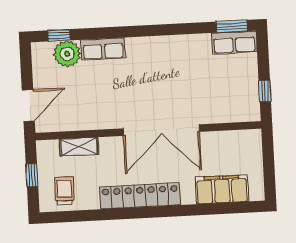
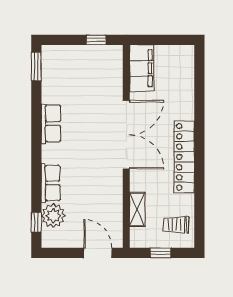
row of seats: (234, 42) -> (51, 123), moved
filing cabinet: (222, 189) -> (142, 68), moved, turned 180

